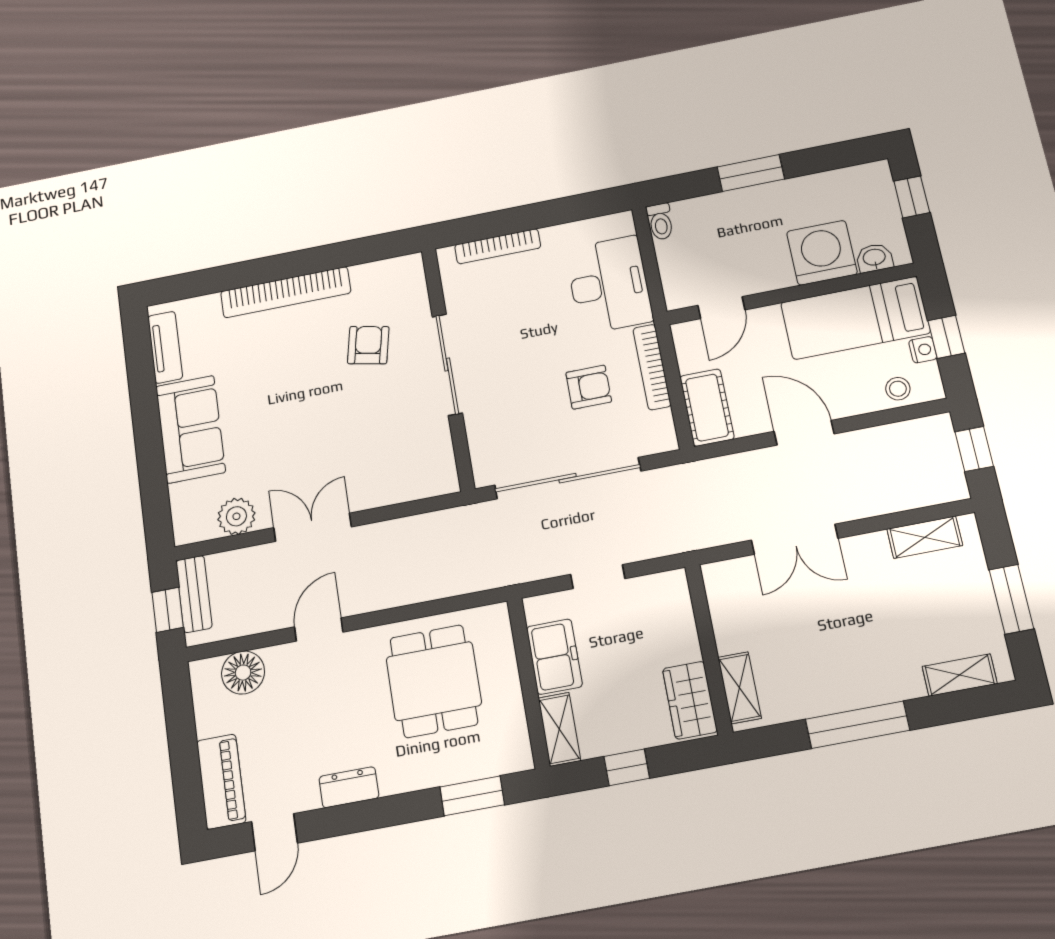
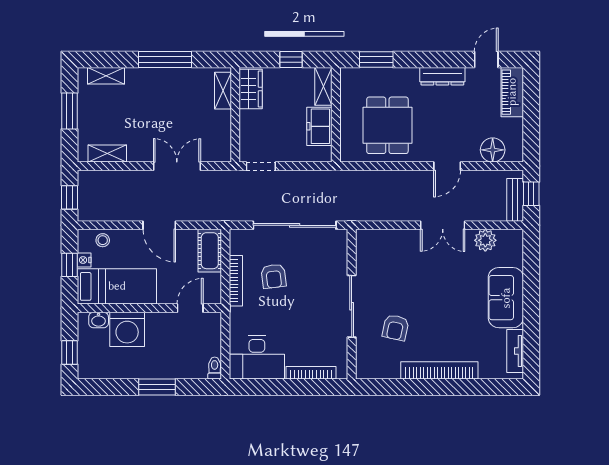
desk: (609, 285) -> (257, 358), moved, turned -90
armchair: (589, 387) -> (274, 276), turned -97
doorway: (598, 577) -> (261, 166), moved
dresser: (349, 787) -> (442, 76), width x1.44

